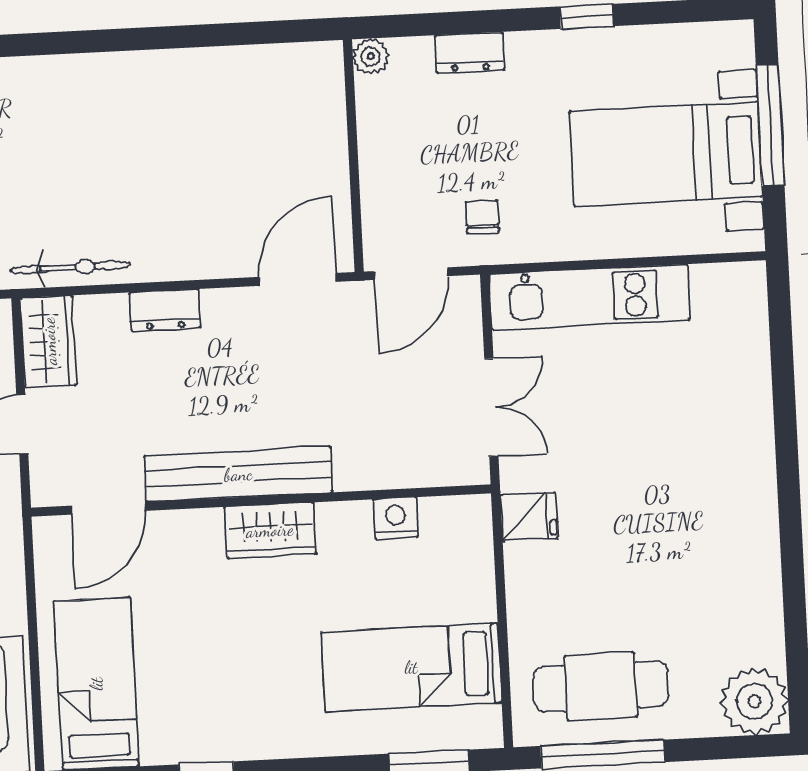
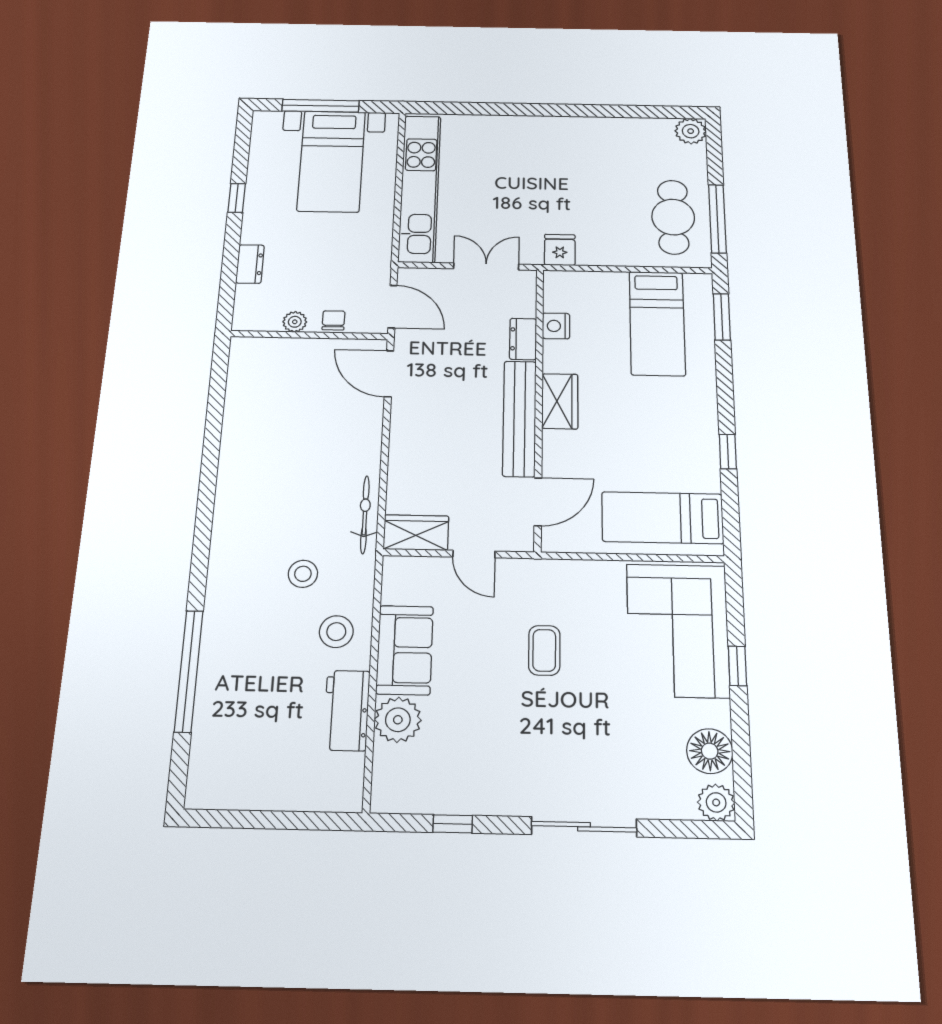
plant: (371, 56) -> (295, 322), moved
chair: (482, 217) -> (333, 320), moved, turned 90
kitchen unit: (590, 297) -> (420, 188), width x1.36
dresser: (165, 310) -> (523, 339), moved, turned 180
door: (108, 508) -> (538, 502), hinge flipped
plant: (754, 701) -> (691, 131), width x0.73, depth x0.73

